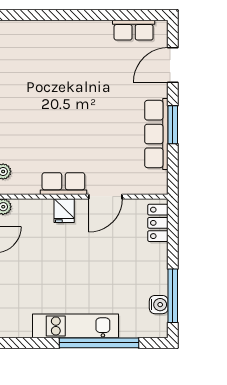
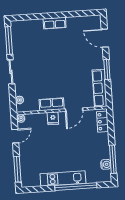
row of seats: (134, 30) -> (55, 23), moved
door: (173, 65) -> (105, 38), hinge flipped
row of seats: (156, 134) -> (99, 88), moved

